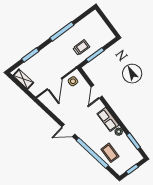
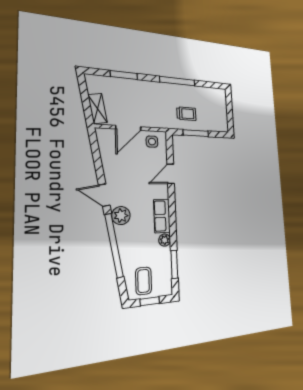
shelving: (23, 79) -> (98, 109), moved
plant: (85, 135) -> (121, 216), added
coffee table: (110, 153) -> (144, 281), moved

